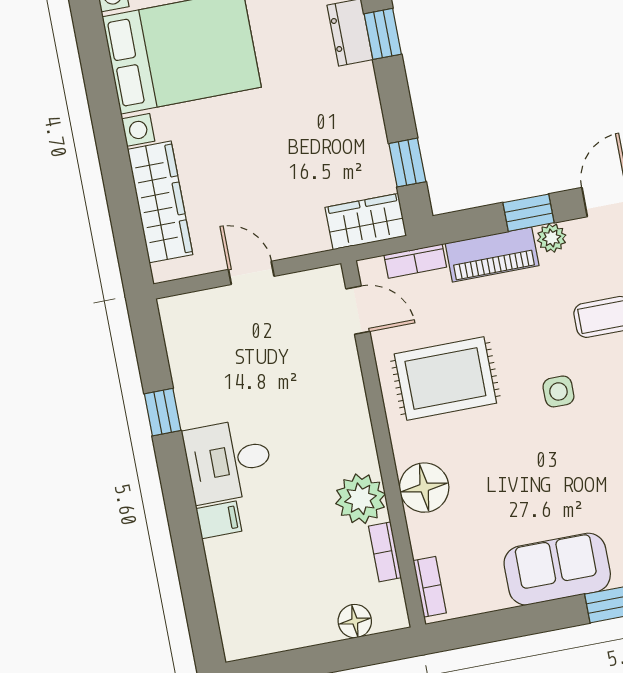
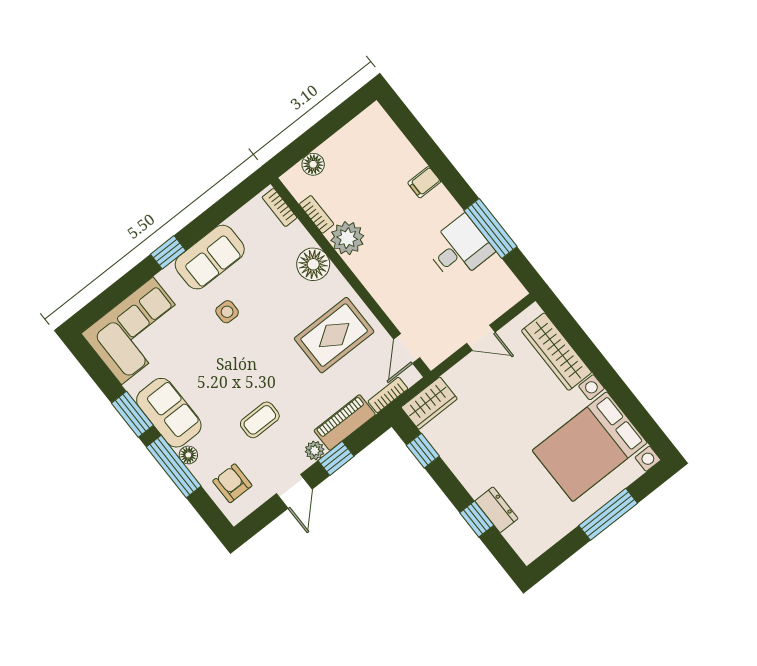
door: (358, 310) -> (407, 348), hinge flipped
side table: (558, 391) -> (227, 312), moved
window: (163, 412) -> (490, 228), width x2.17
desk: (228, 461) -> (459, 249), moved

